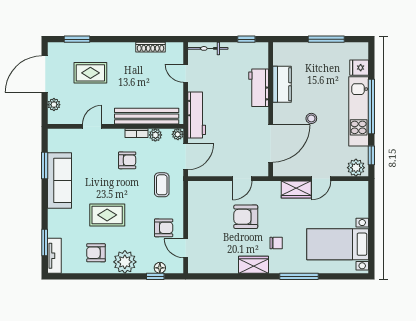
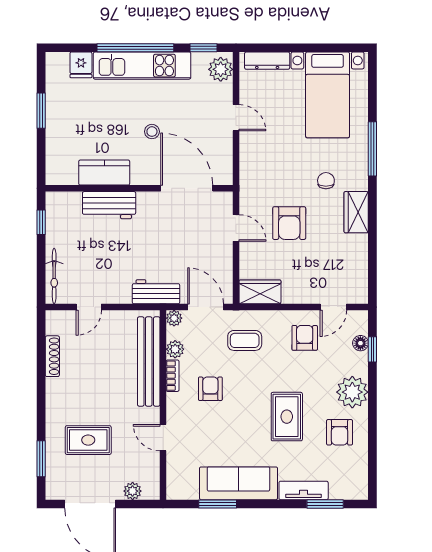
window: (326, 39) -> (41, 111), width x0.69
rug: (90, 73) -> (88, 440), turned 90
workbench: (197, 115) -> (156, 292), width x0.73
wardrobe: (296, 189) -> (260, 292), moved, turned -90
dresser: (362, 201) -> (267, 61), added
tv unit: (54, 256) -> (304, 490), moved

